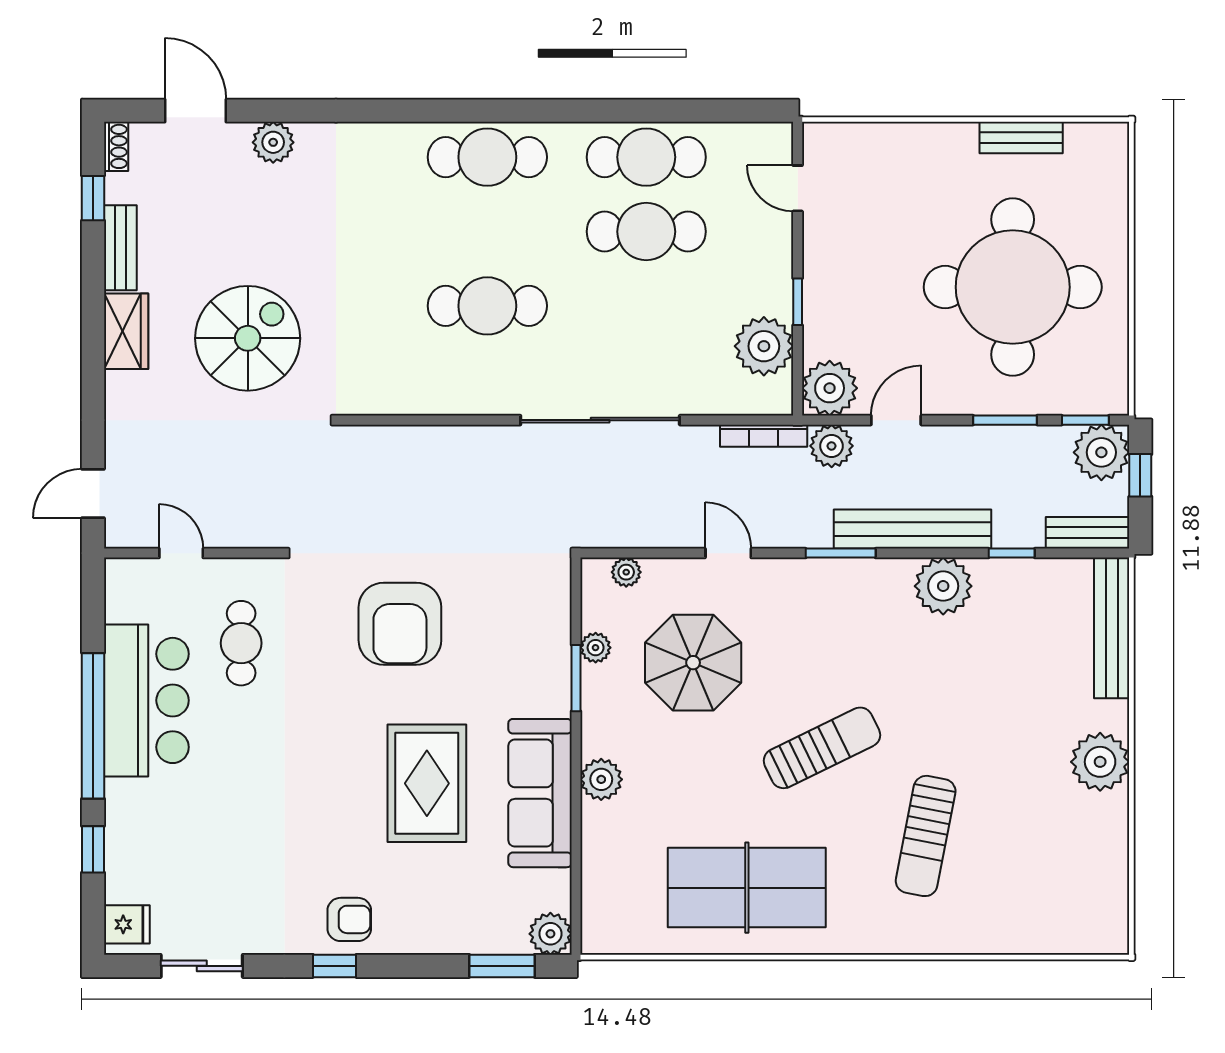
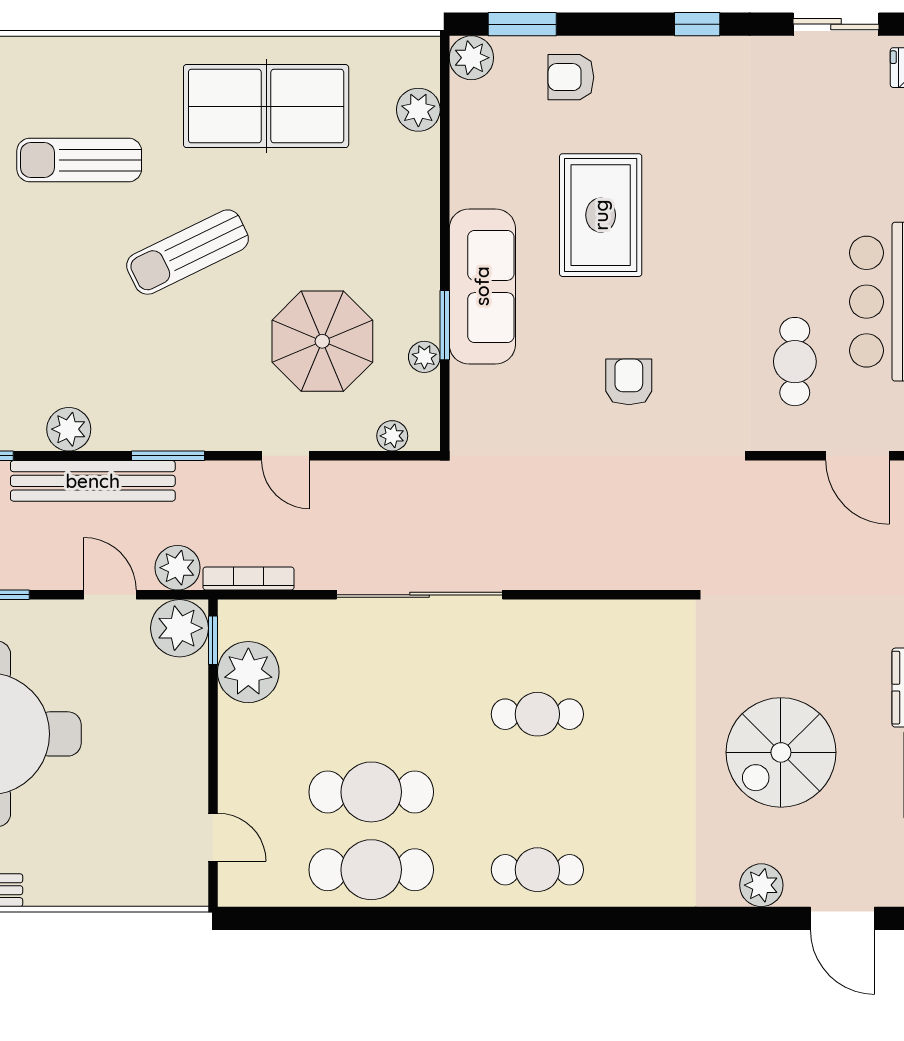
cafe table: (487, 157) -> (537, 870), width x0.73, depth x0.74
window: (798, 302) -> (213, 640), moved
cafe table: (487, 306) -> (537, 714), width x0.73, depth x0.74
spiral stairs: (248, 338) -> (781, 752), moved
door: (896, 420) -> (110, 595), swing flipped
door: (181, 553) -> (858, 456), width x1.38
plant: (943, 586) -> (69, 429), width x0.73, depth x0.73
armchair: (400, 624) -> (629, 382), width x0.53, depth x0.53
plant: (601, 779) -> (418, 110), moved
sofa: (540, 793) -> (482, 286), moved
sun lounger: (926, 836) -> (79, 160), turned -101
armchair: (349, 919) -> (571, 77), moved

